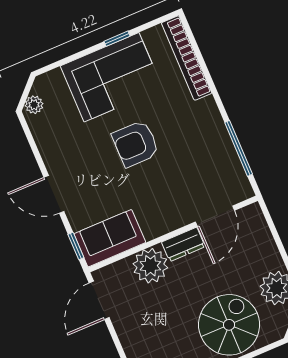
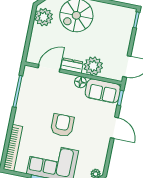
armchair: (136, 144) -> (62, 125), turned -90
floor lamp: (153, 228) -> (80, 82), added

